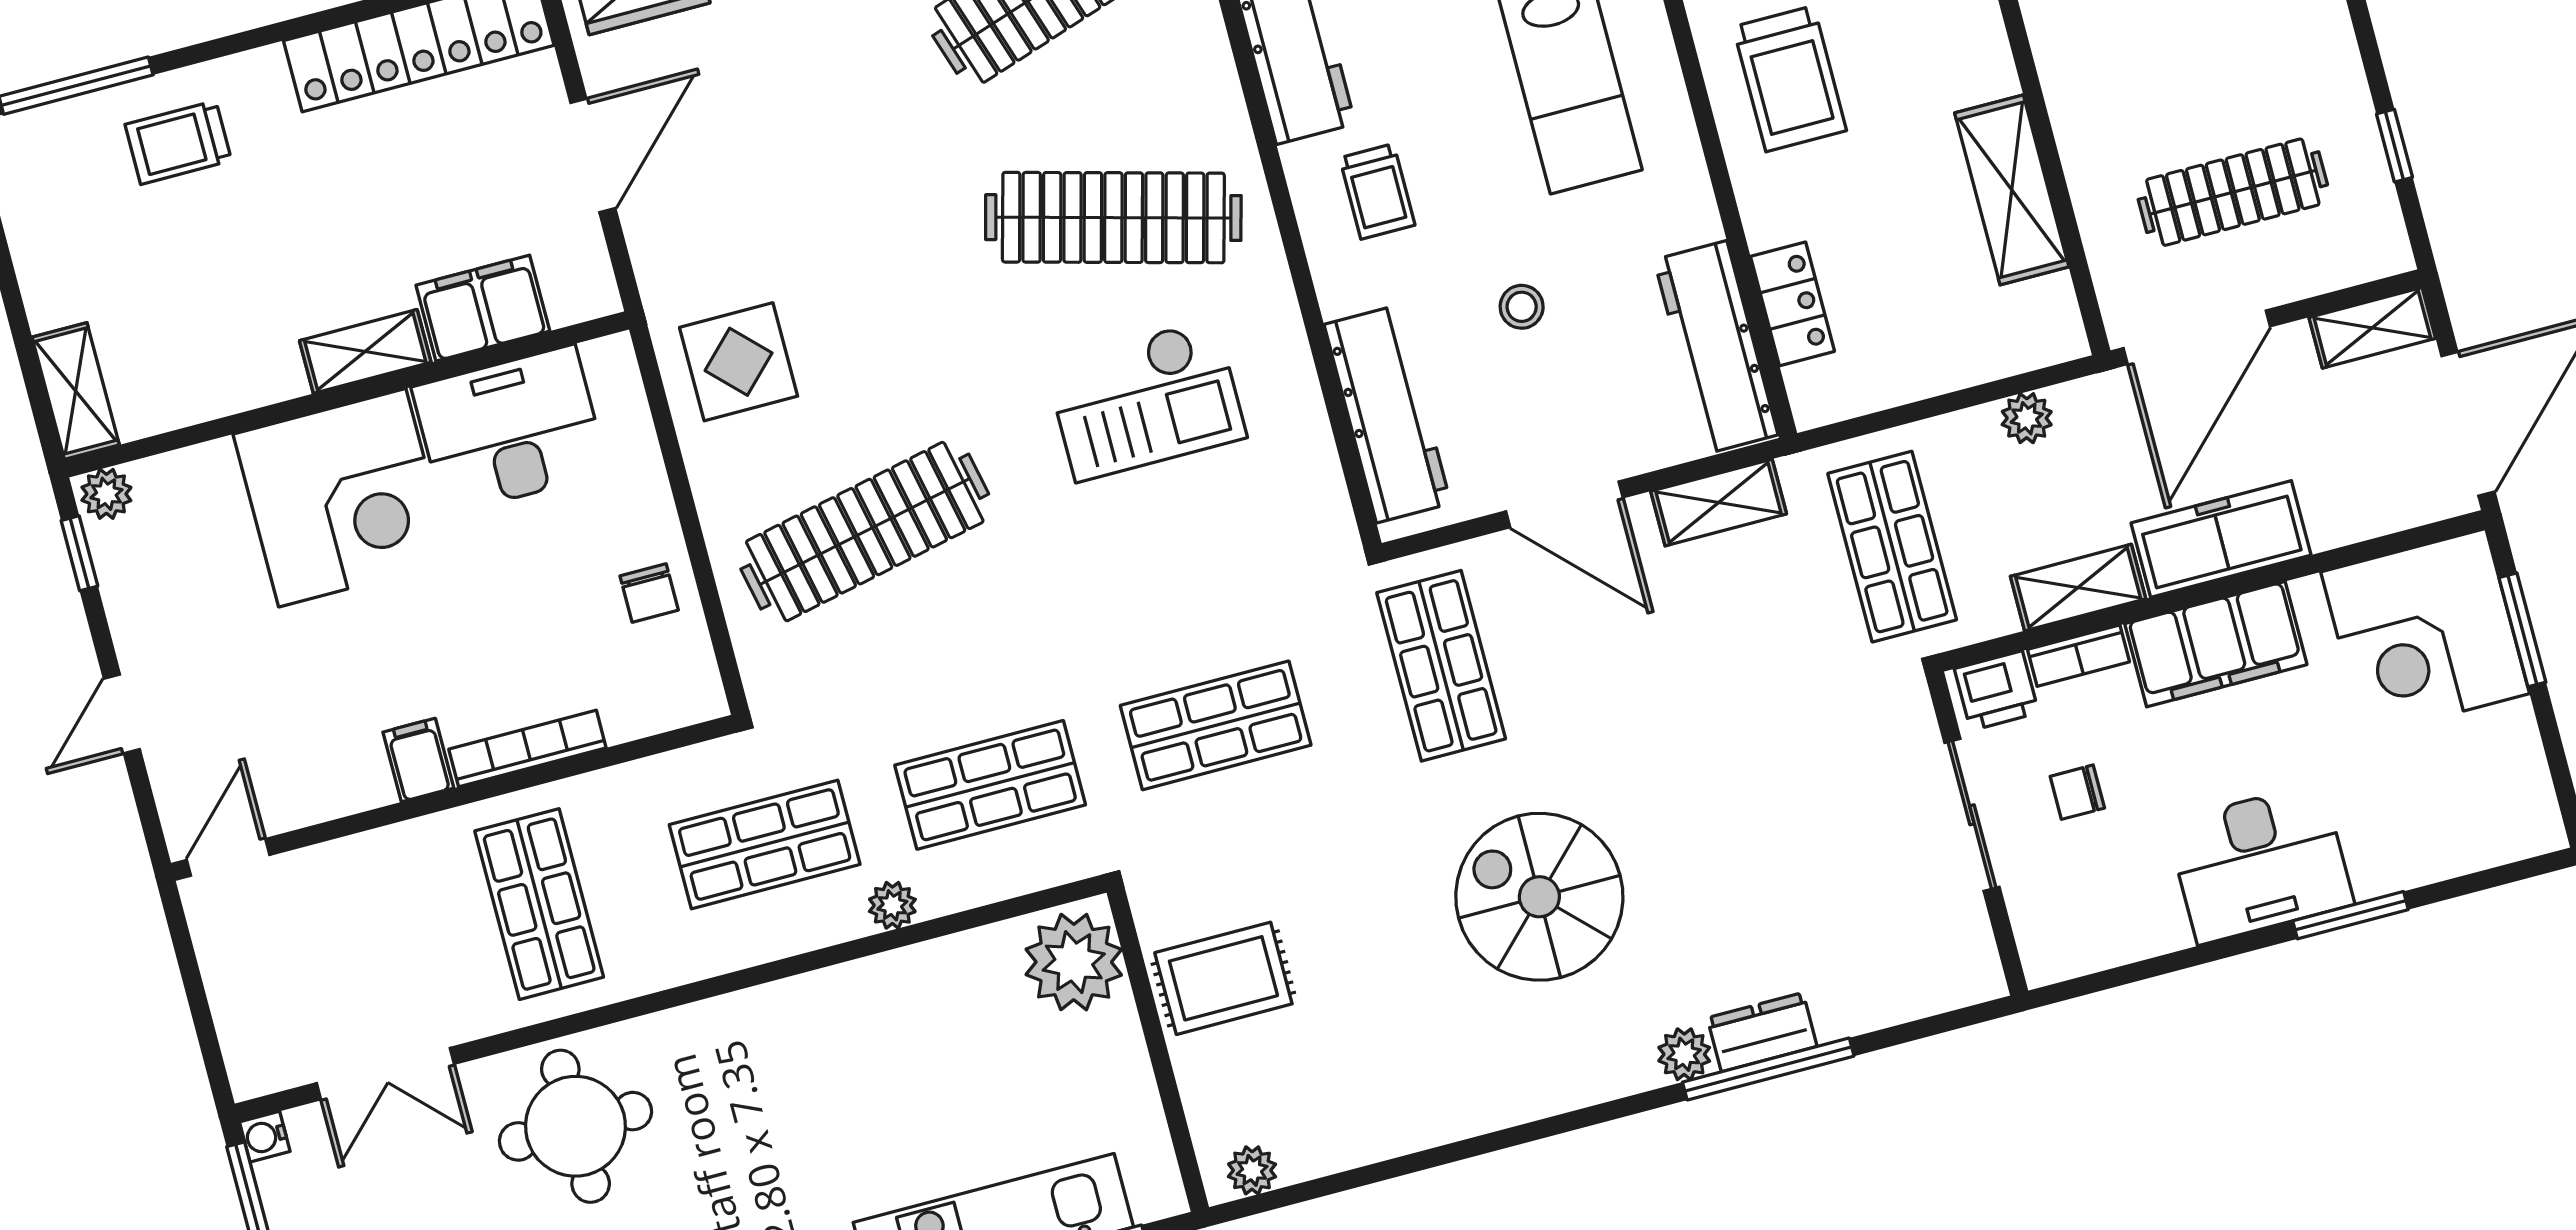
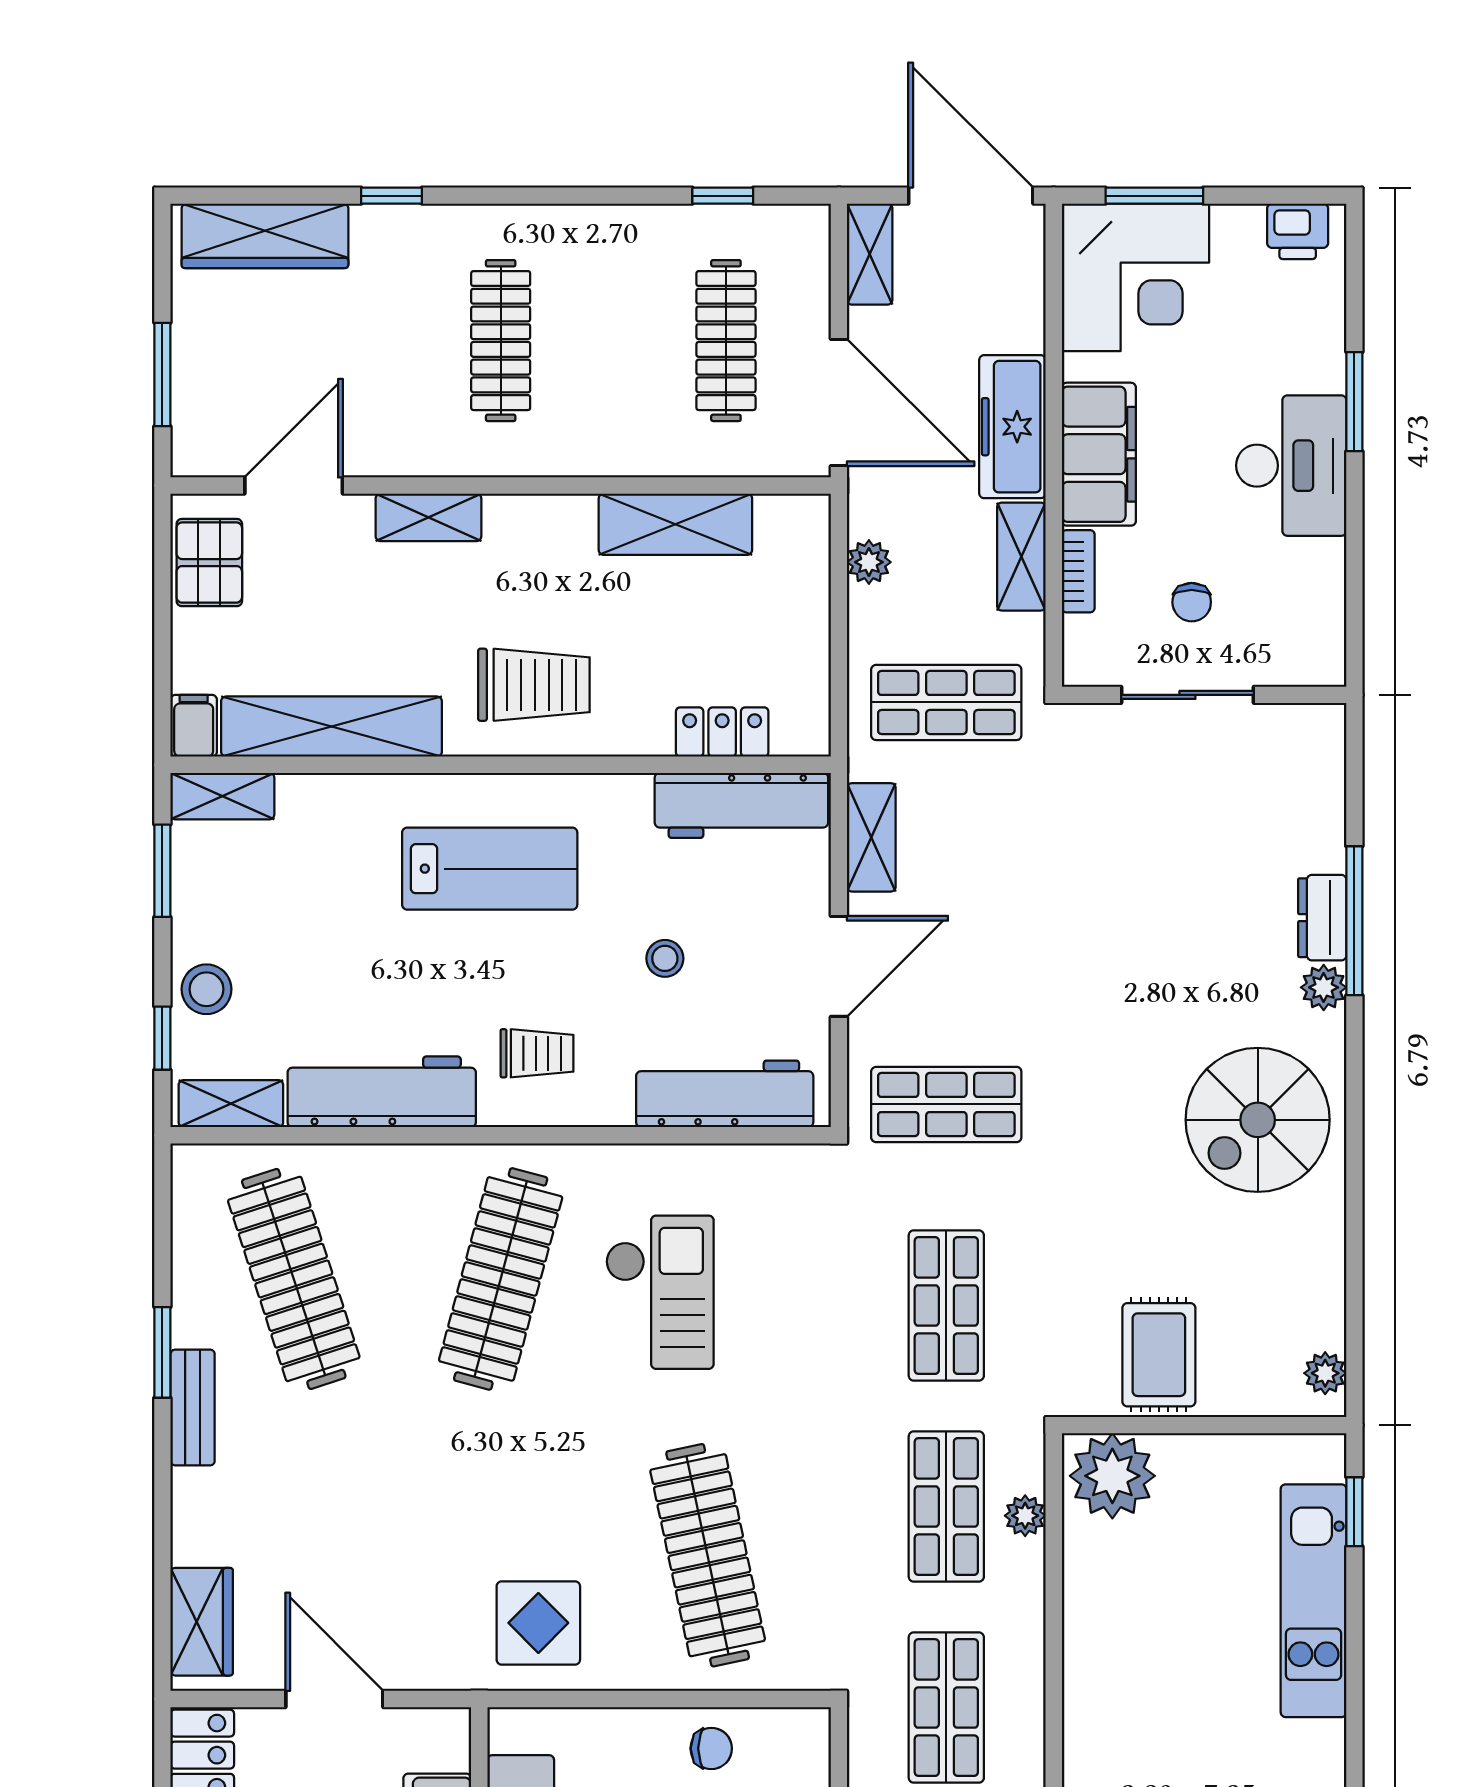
printer: (1997, 691) -> (1298, 231), moved, turned 90
spiral stairs: (1539, 897) -> (1258, 1120), moved
plant: (892, 905) -> (1025, 1516), moved

